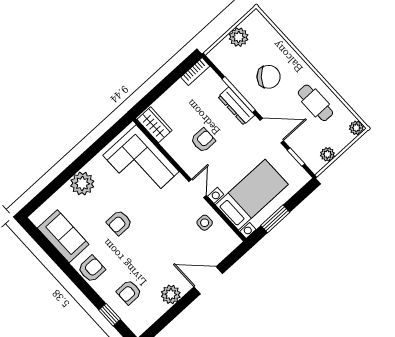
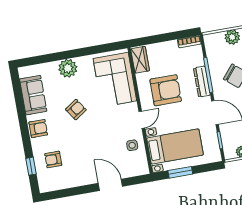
armchair: (203, 140) -> (166, 90), width x1.88, depth x1.88
armchair: (119, 223) -> (76, 110), turned 146
plant: (171, 294) -> (80, 178), removed

